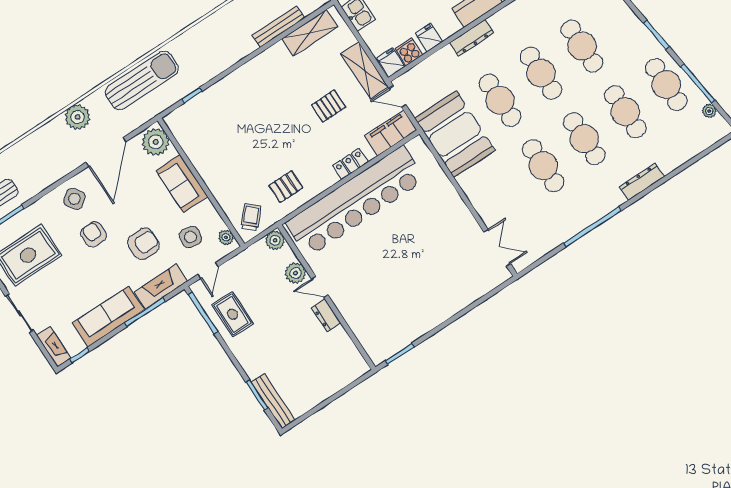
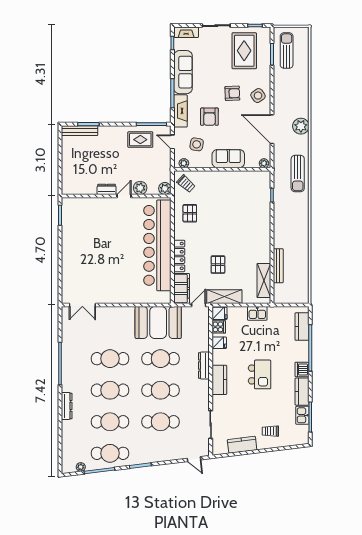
sun lounger: (142, 80) -> (298, 174), width x0.73, depth x0.75
plant: (156, 142) -> (264, 163), width x0.53, depth x0.53
locker: (350, 164) -> (179, 256), width x1.53

